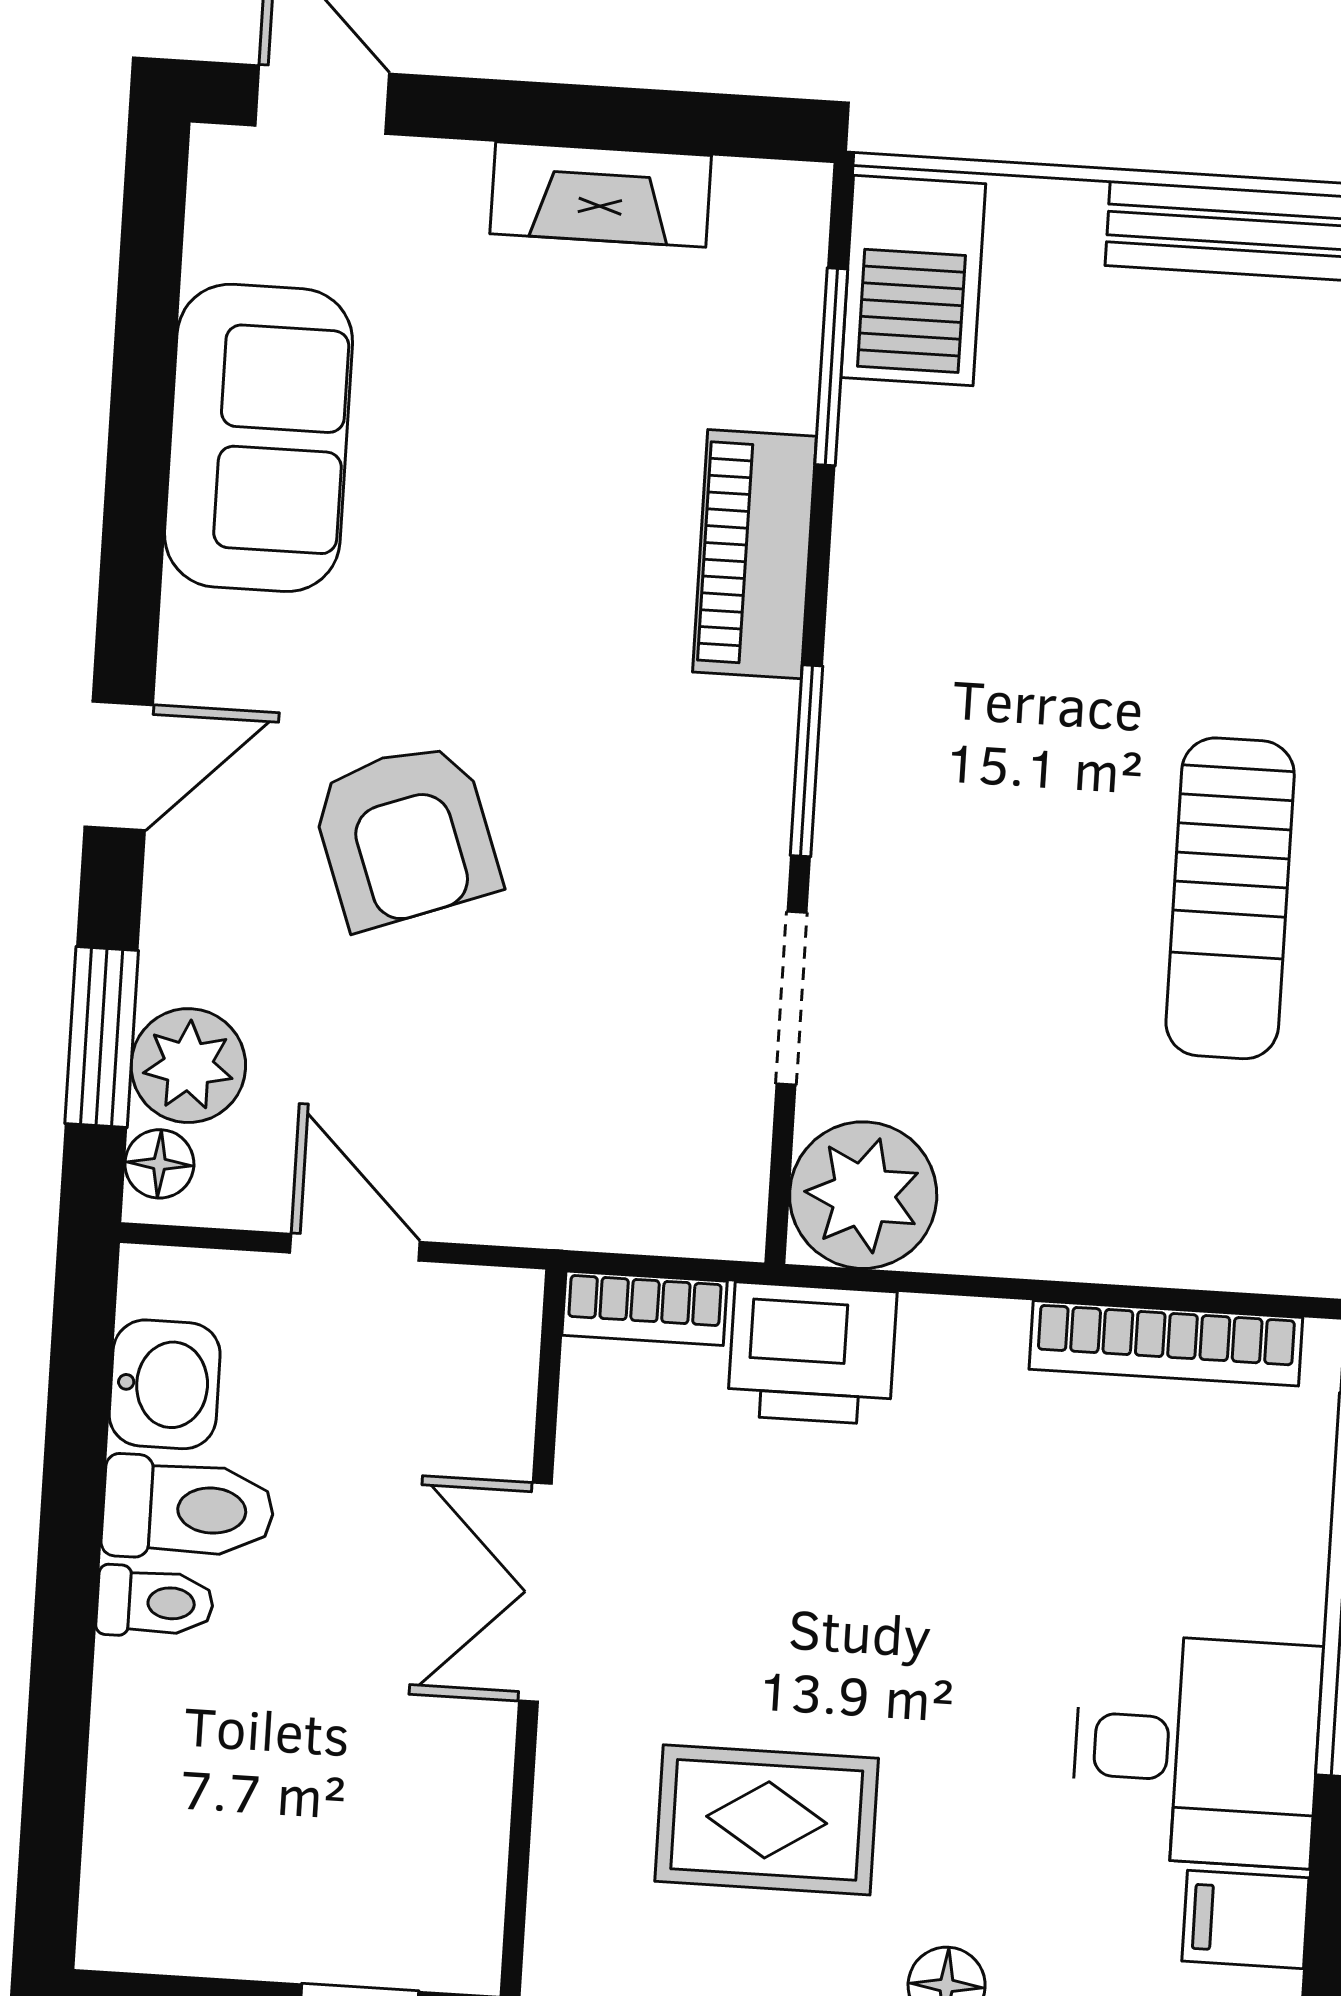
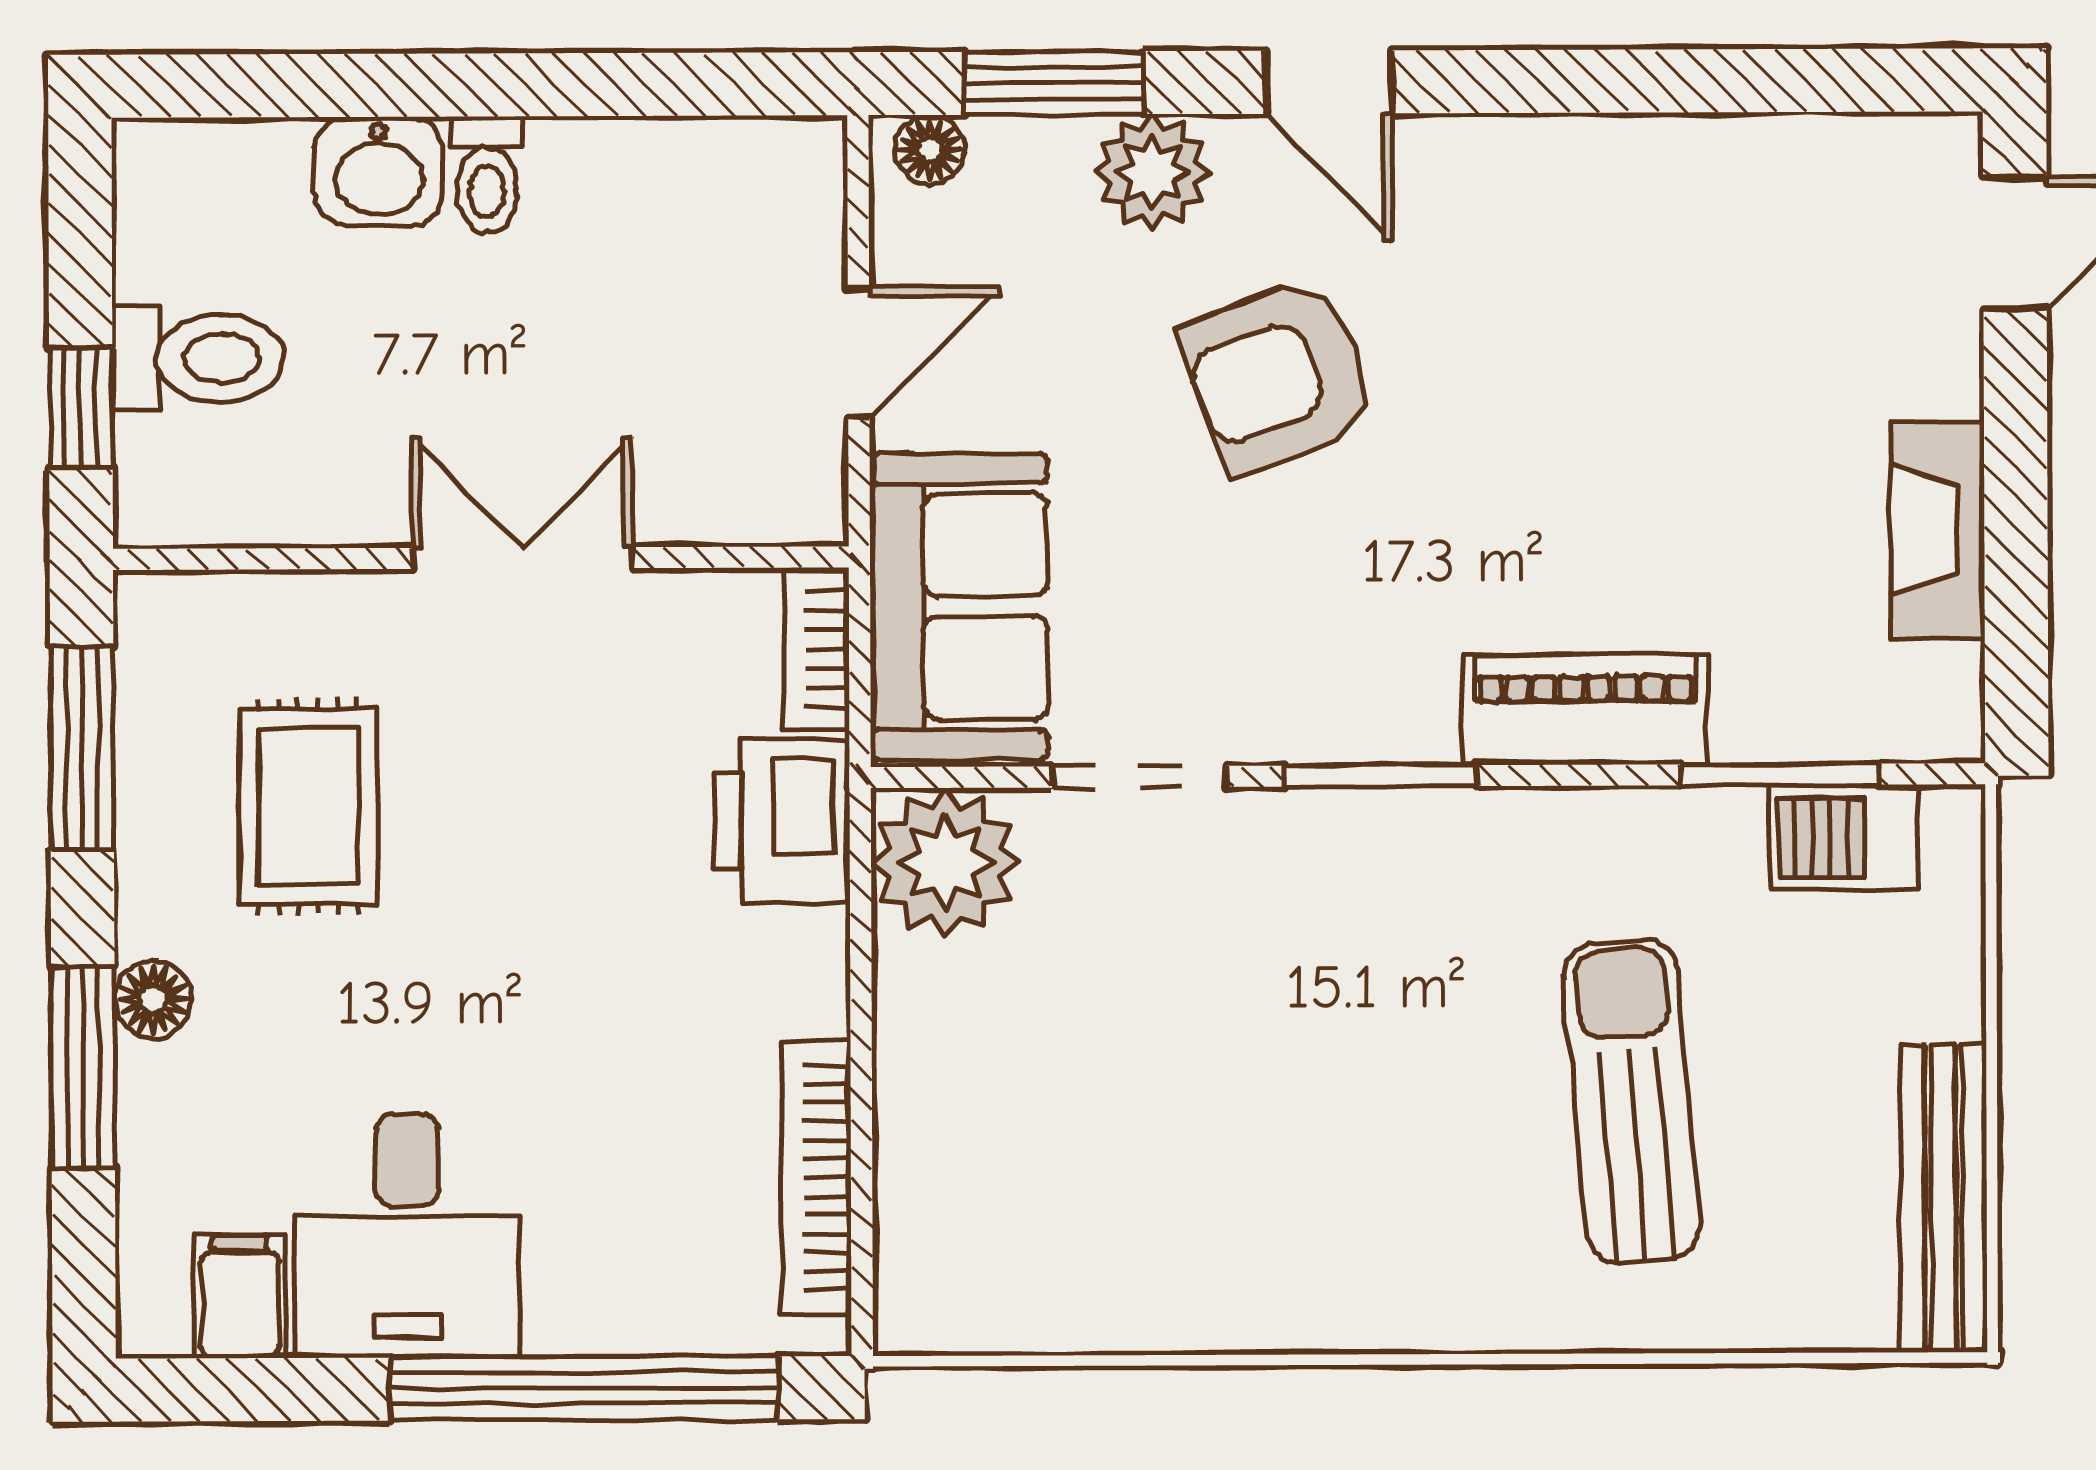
barbecue: (913, 281) -> (1844, 838), width x0.73, depth x0.79
sofa: (259, 438) -> (959, 607), moved, turned -90
sun lounger: (1230, 898) -> (1632, 1101), moved, turned 85
plant: (188, 1066) -> (1153, 172), moved
washbasin: (165, 1384) -> (379, 171), moved
toilet: (188, 1509) -> (198, 358), moved, turned -90

